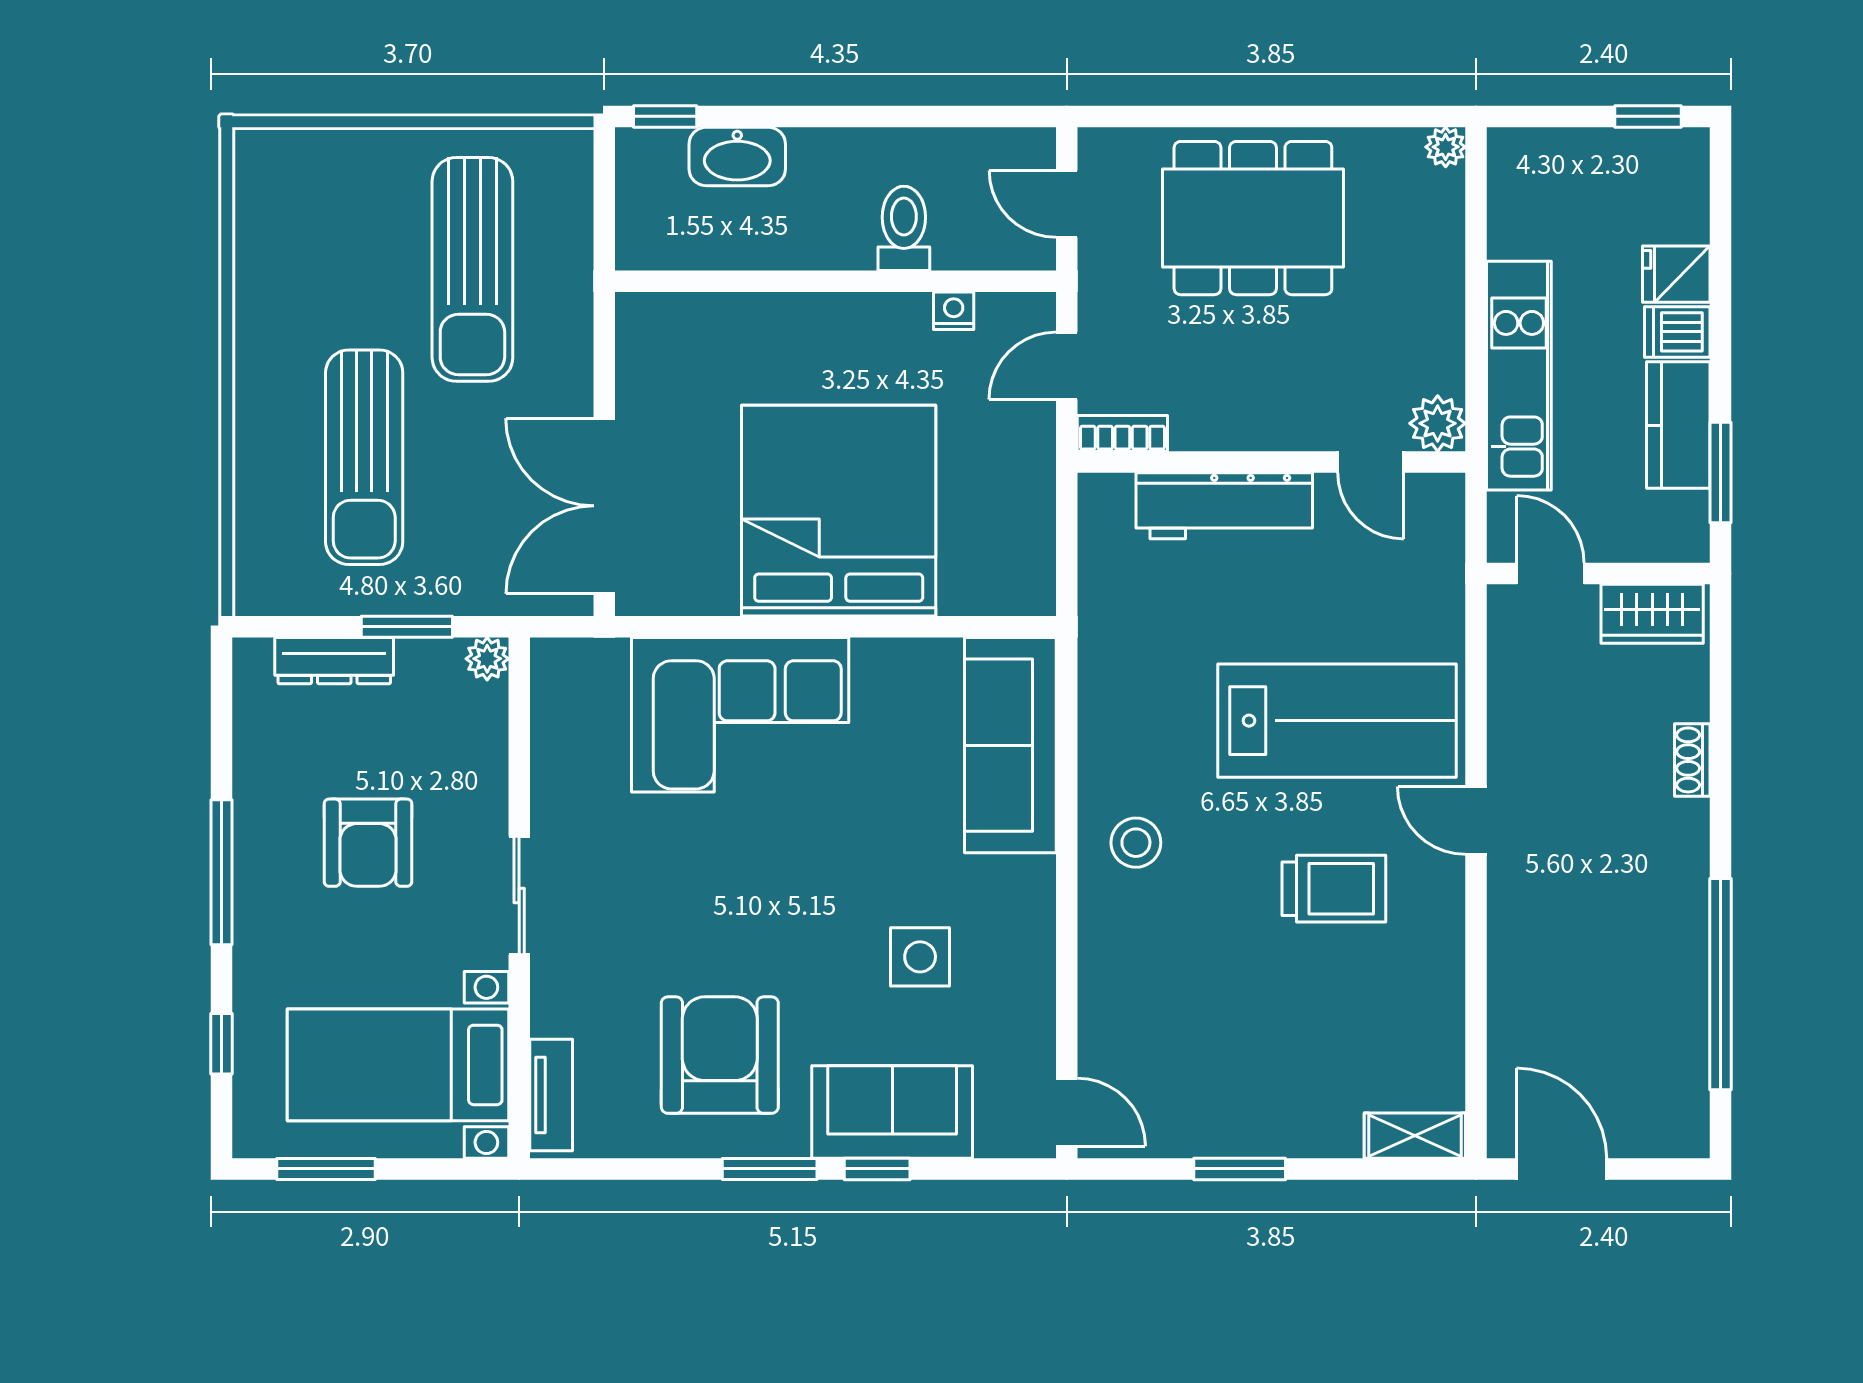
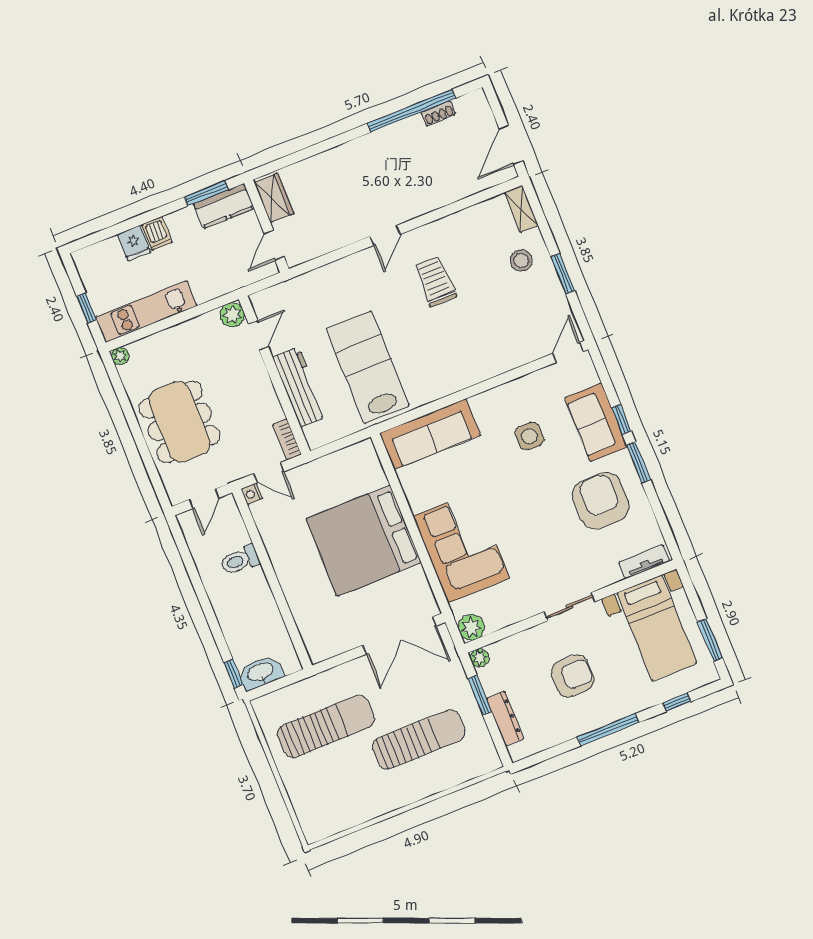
window: (1648, 116) -> (87, 308), moved
washbasin: (737, 156) -> (261, 673), moved, turned -90
nightstand: (954, 311) -> (252, 494), moved
kitchen unit: (1519, 376) -> (146, 311), moved
kitchen counter: (1678, 425) -> (224, 206), moved
plant: (560, 667) -> (471, 627), added
lab bench: (1337, 721) -> (368, 367), moved
shoe rack: (1692, 760) -> (438, 113), moved
stool: (1136, 843) -> (521, 260), moved
armchair: (720, 1055) -> (601, 501), turned 90

